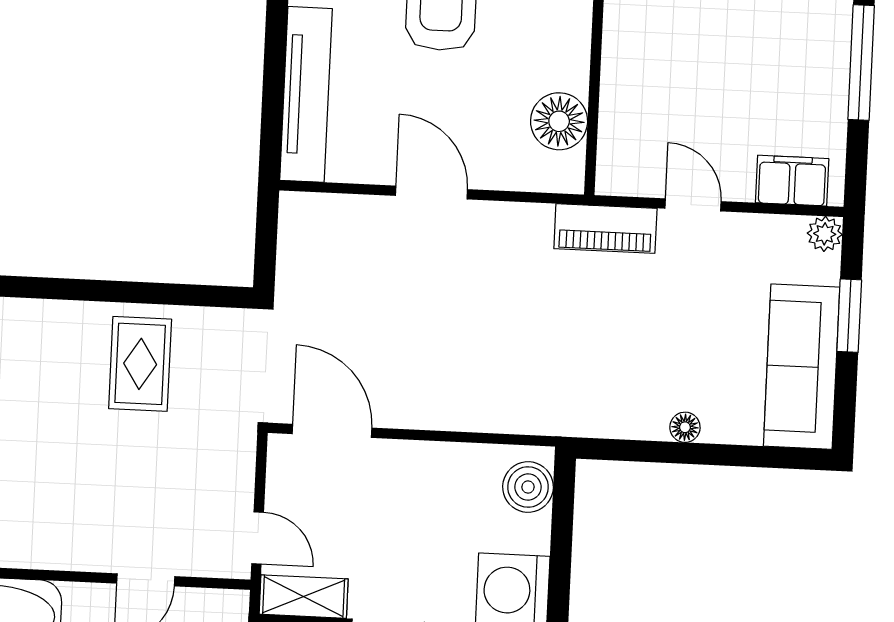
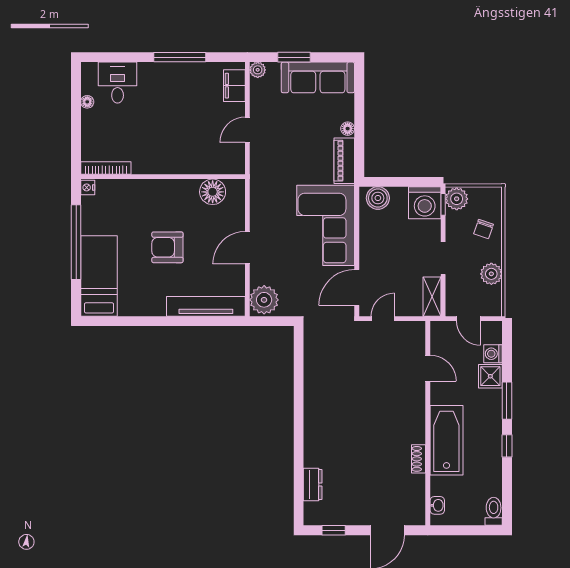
plant: (314, 224) -> (264, 300), added
piano: (605, 228) -> (344, 161), moved, turned 180
rug: (140, 364) -> (331, 375), removed
corner sofa: (473, 369) -> (326, 225), added
door: (258, 538) -> (383, 319), moved

